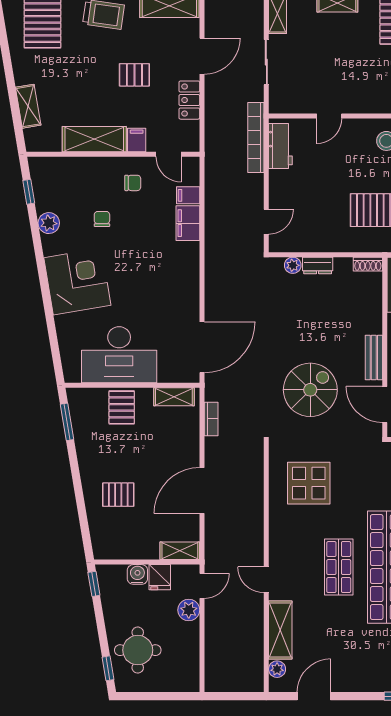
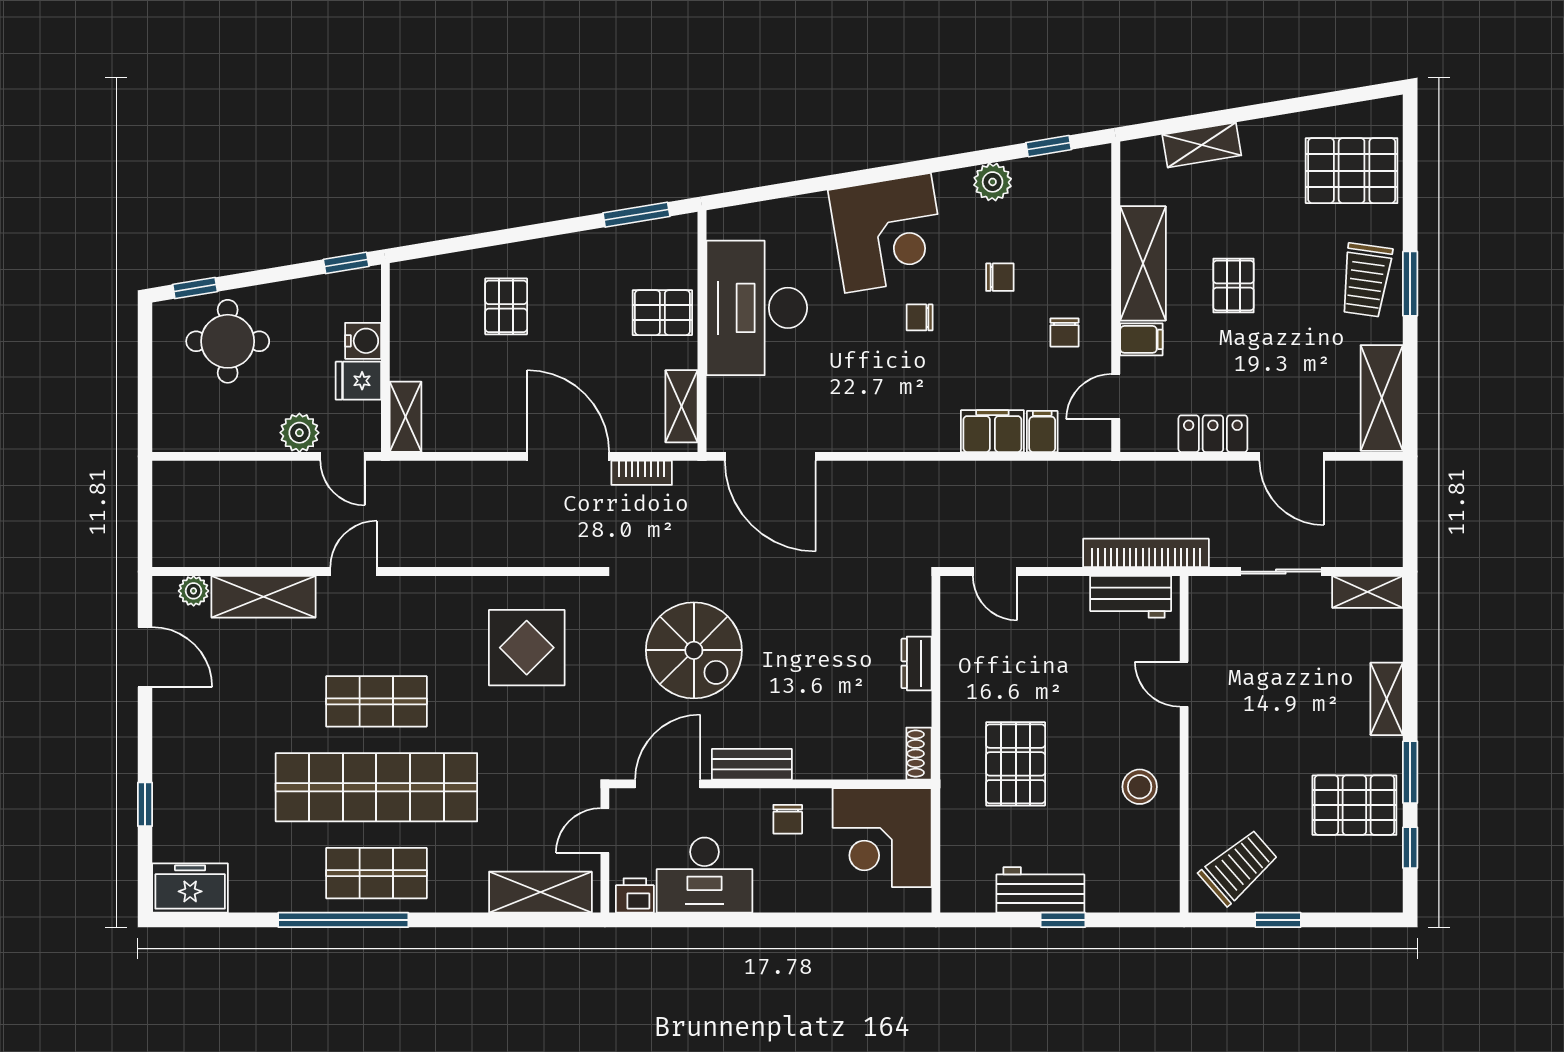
pallet: (134, 75) -> (1234, 285), moved
chair: (124, 264) -> (920, 317), added
plant: (293, 265) -> (917, 619), removed
door: (202, 491) -> (568, 456), moved

